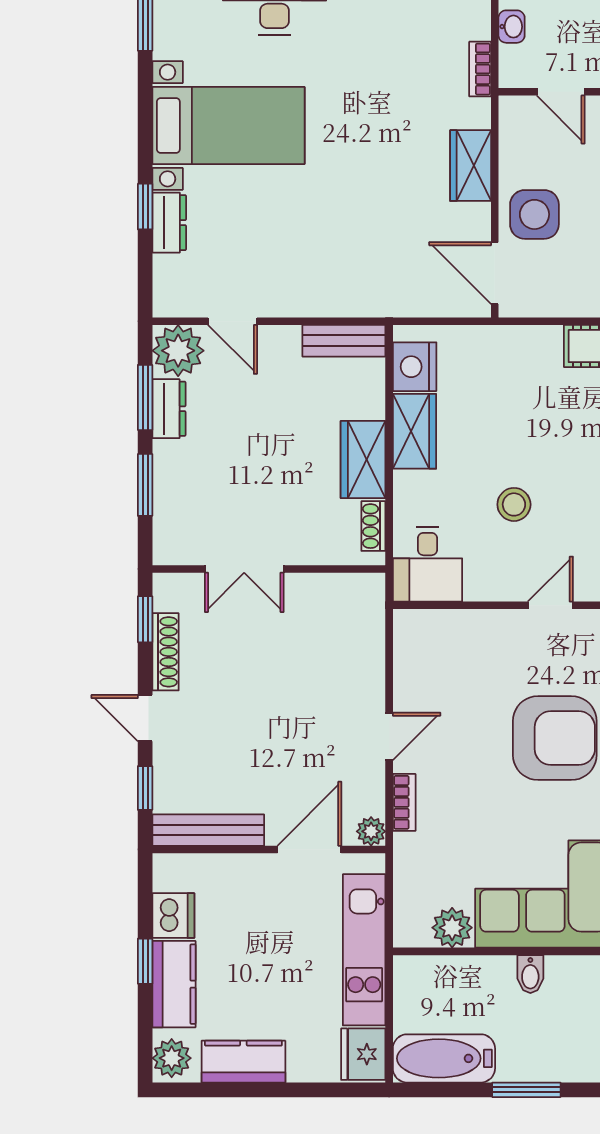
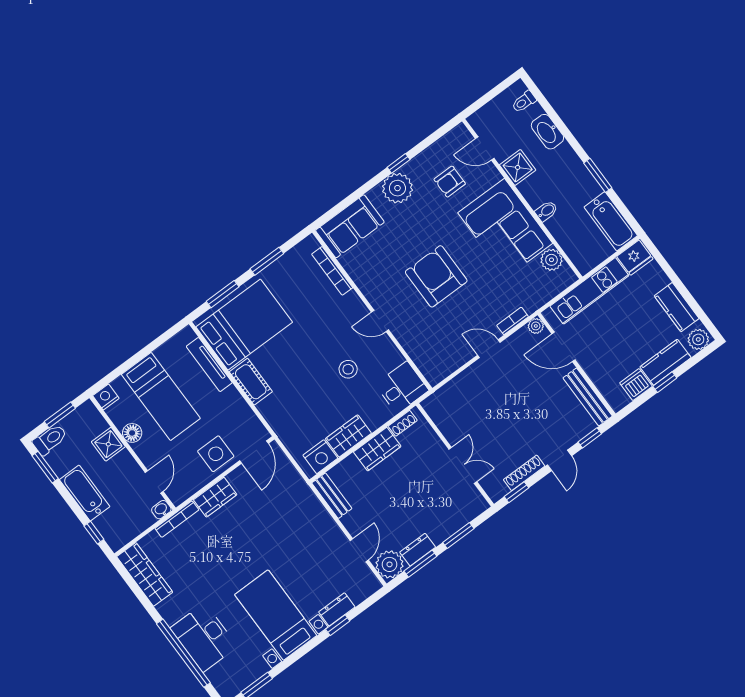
washbasin: (512, 27) -> (161, 510), moved
bookcase: (480, 69) -> (177, 519), width x1.56

